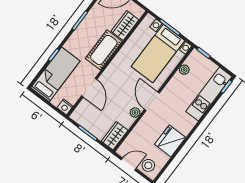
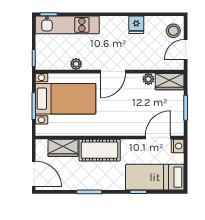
plant: (184, 70) -> (76, 64), moved
door: (89, 88) -> (158, 137), moved
plant: (135, 112) -> (148, 79), moved
fridge: (170, 141) -> (136, 25), width x0.53, depth x0.75
door: (129, 164) -> (186, 49), hinge flipped

